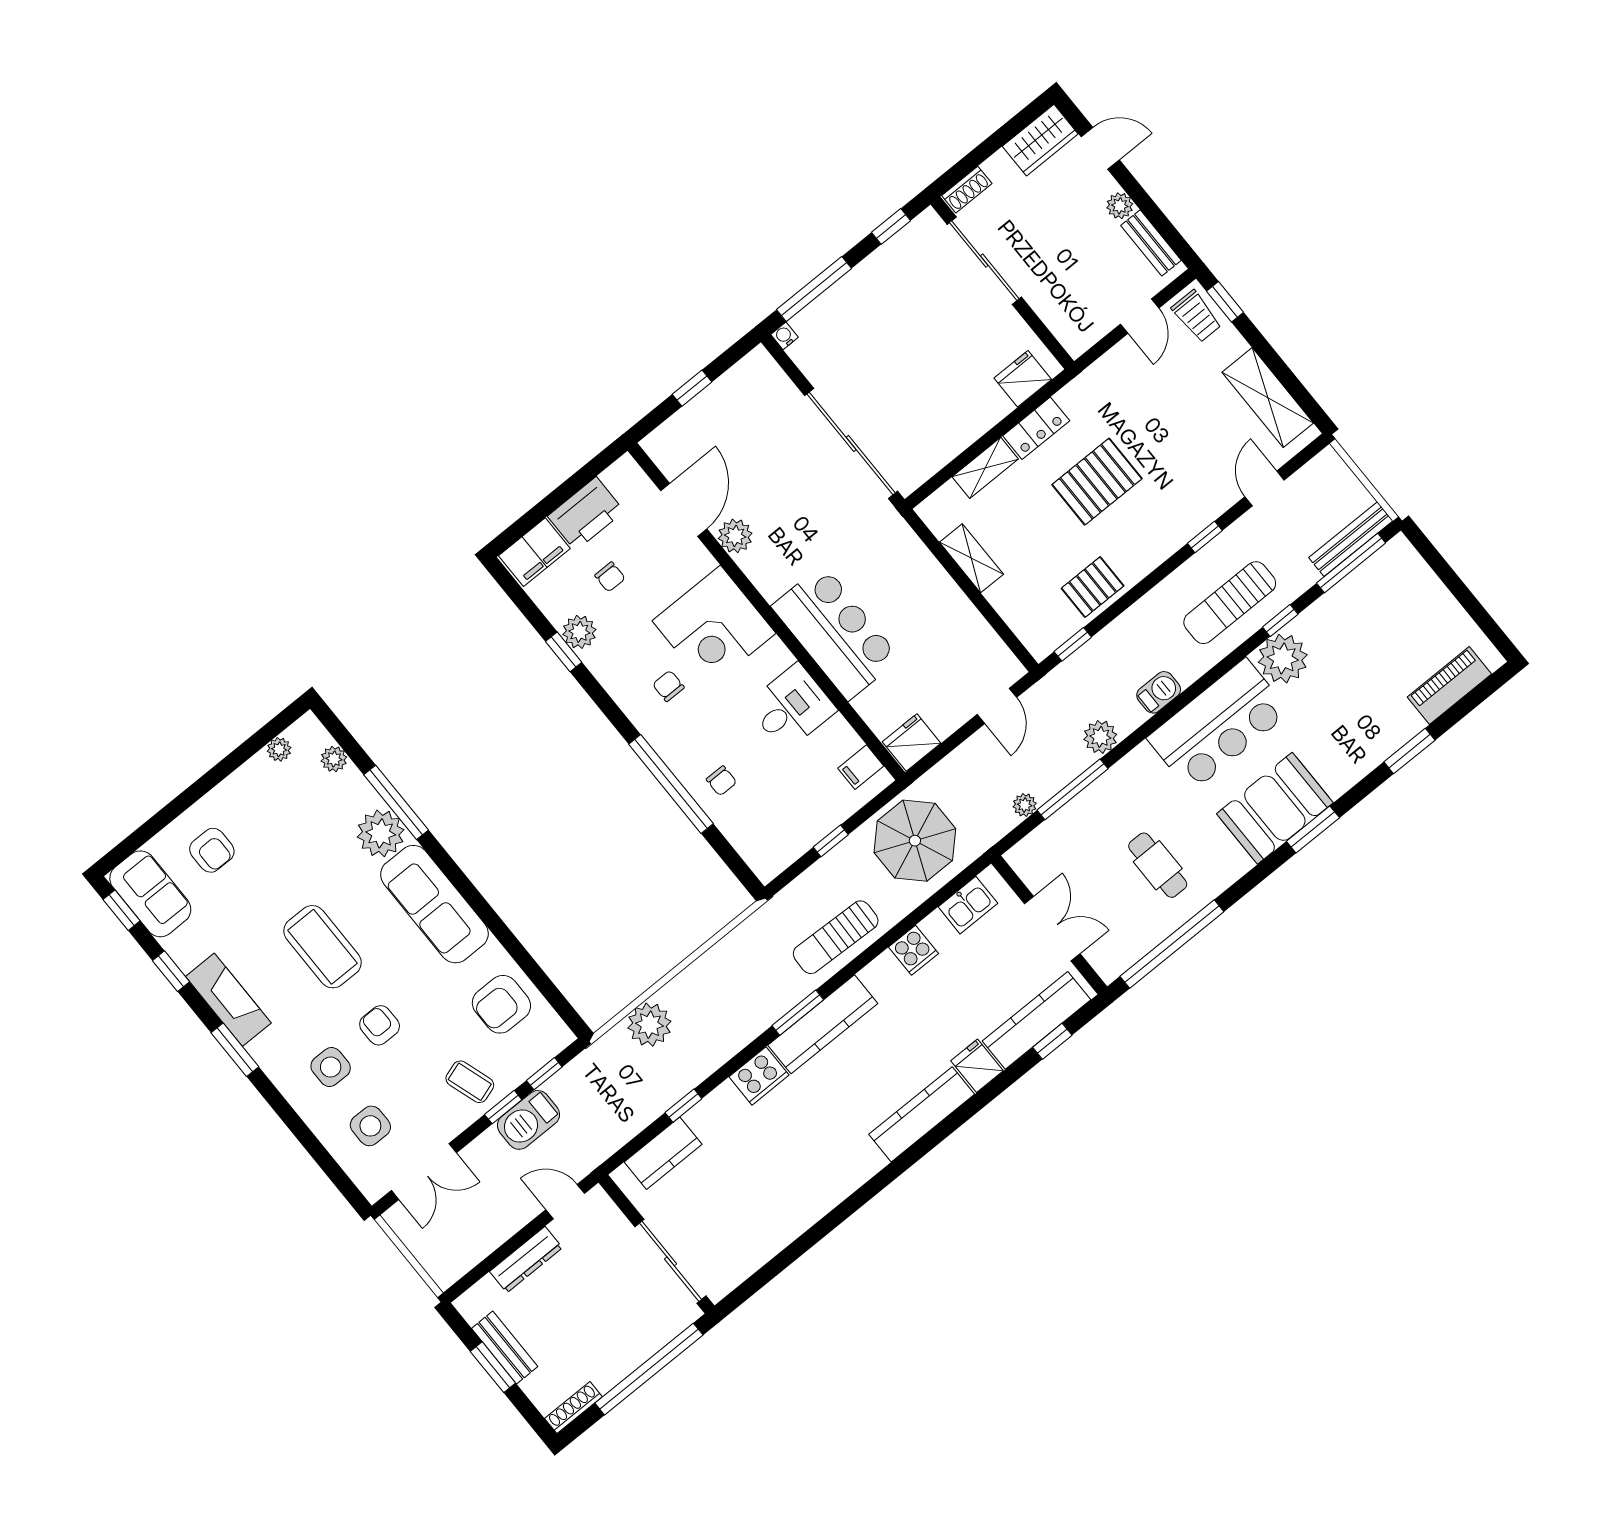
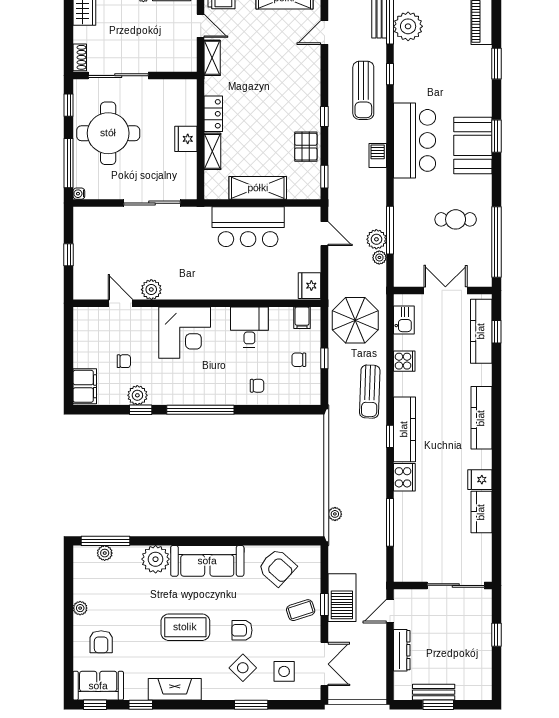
round table: (897, 310) -> (108, 133), added
shelving: (1110, 366) -> (212, 58), added
fridge: (1023, 379) -> (186, 139), moved
sliding door: (851, 443) -> (152, 203), width x0.73
pallet: (1097, 482) -> (260, 106), removed
door: (1265, 488) -> (324, 33), hinge flipped
door: (684, 510) -> (120, 303), width x0.73
printer: (586, 514) -> (86, 349), removed
window: (1205, 537) -> (324, 117), moved
shelving: (971, 558) -> (258, 188), width x1.50, depth x1.33
bar counter: (836, 632) -> (248, 227), moved, turned 180
plant: (1283, 659) -> (408, 26), moved
chair: (668, 686) -> (299, 360), moved
plant: (1100, 737) -> (376, 239), moved
plant: (279, 749) -> (80, 608), moved
window: (671, 784) -> (200, 410), moved
window: (396, 802) -> (105, 541), moved
armchair: (212, 850) -> (101, 642), turned 90
armchair: (501, 1004) -> (277, 567), turned -48
window: (798, 1013) -> (390, 436), width x0.67
plant: (649, 1025) -> (335, 514), width x0.53, depth x0.53
window: (235, 1050) -> (251, 705), moved
fridge: (977, 1066) -> (480, 480), moved
side table: (331, 1067) -> (243, 668), turned 45
window: (544, 1074) -> (324, 574), removed
window: (683, 1106) -> (390, 522), width x2.17
barbecue: (528, 1120) -> (342, 598), width x1.37, depth x1.21
kitchen counter: (663, 1153) -> (481, 512), moved, turned 180
window: (649, 1369) -> (496, 635), width x0.32
shoe rack: (573, 1408) -> (486, 683), removed

